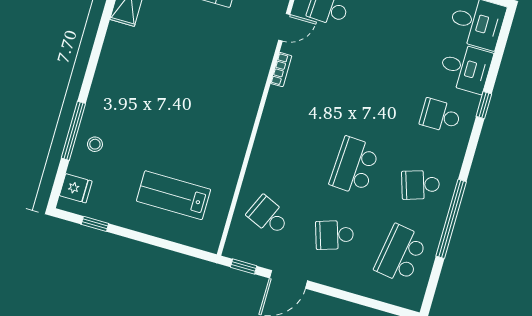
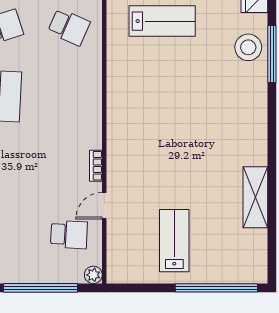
stool: (95, 144) -> (248, 47), width x1.89, depth x1.89

